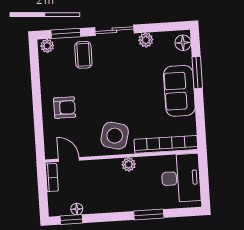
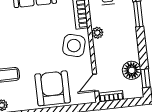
armchair: (64, 108) -> (53, 88), width x1.88, depth x1.88
floor lamp: (77, 209) -> (132, 70), width x1.89, depth x1.89

